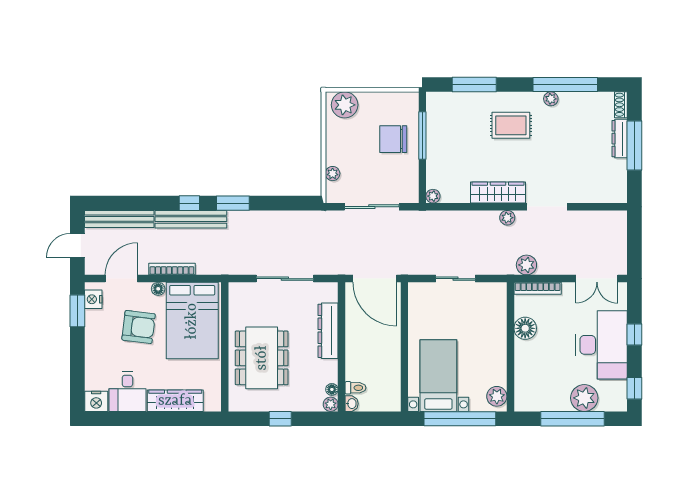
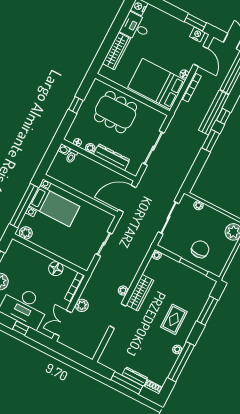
plant: (526, 265) -> (82, 305), moved
armchair: (139, 327) -> (169, 52), removed
plant: (331, 404) -> (90, 148), moved

